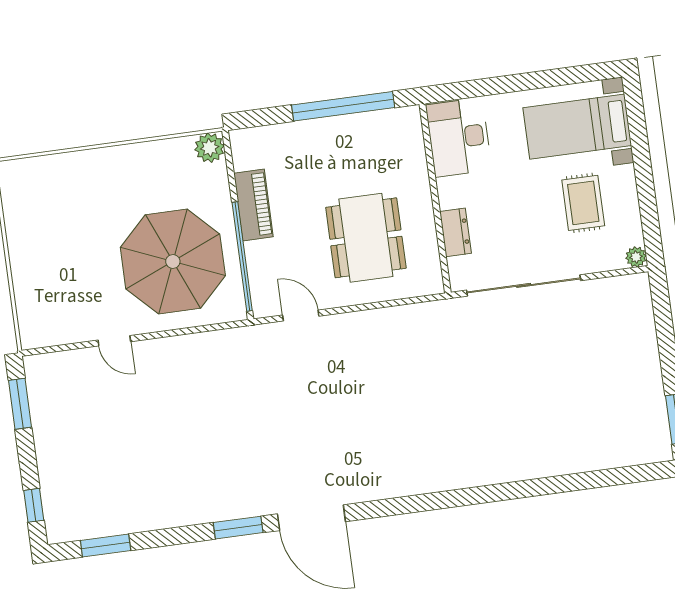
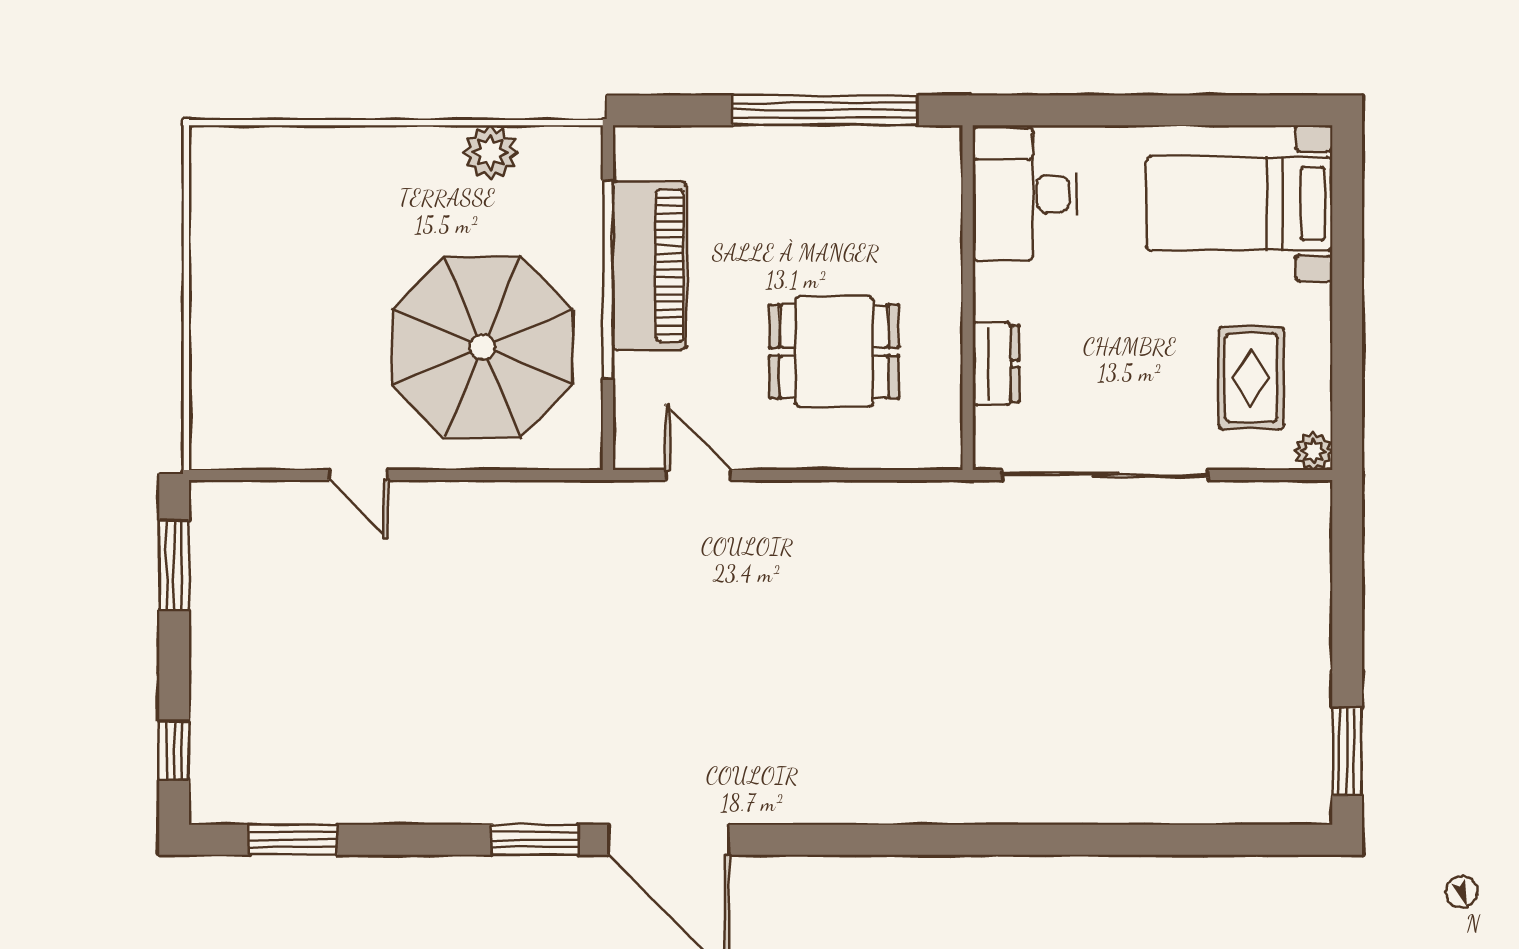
plant: (210, 148) -> (490, 152), moved
rug: (583, 203) -> (1251, 378), moved
piano: (253, 205) -> (650, 266), width x1.37, depth x1.33
dining table: (366, 238) -> (834, 351), width x0.73
window: (242, 256) -> (608, 279), moved

